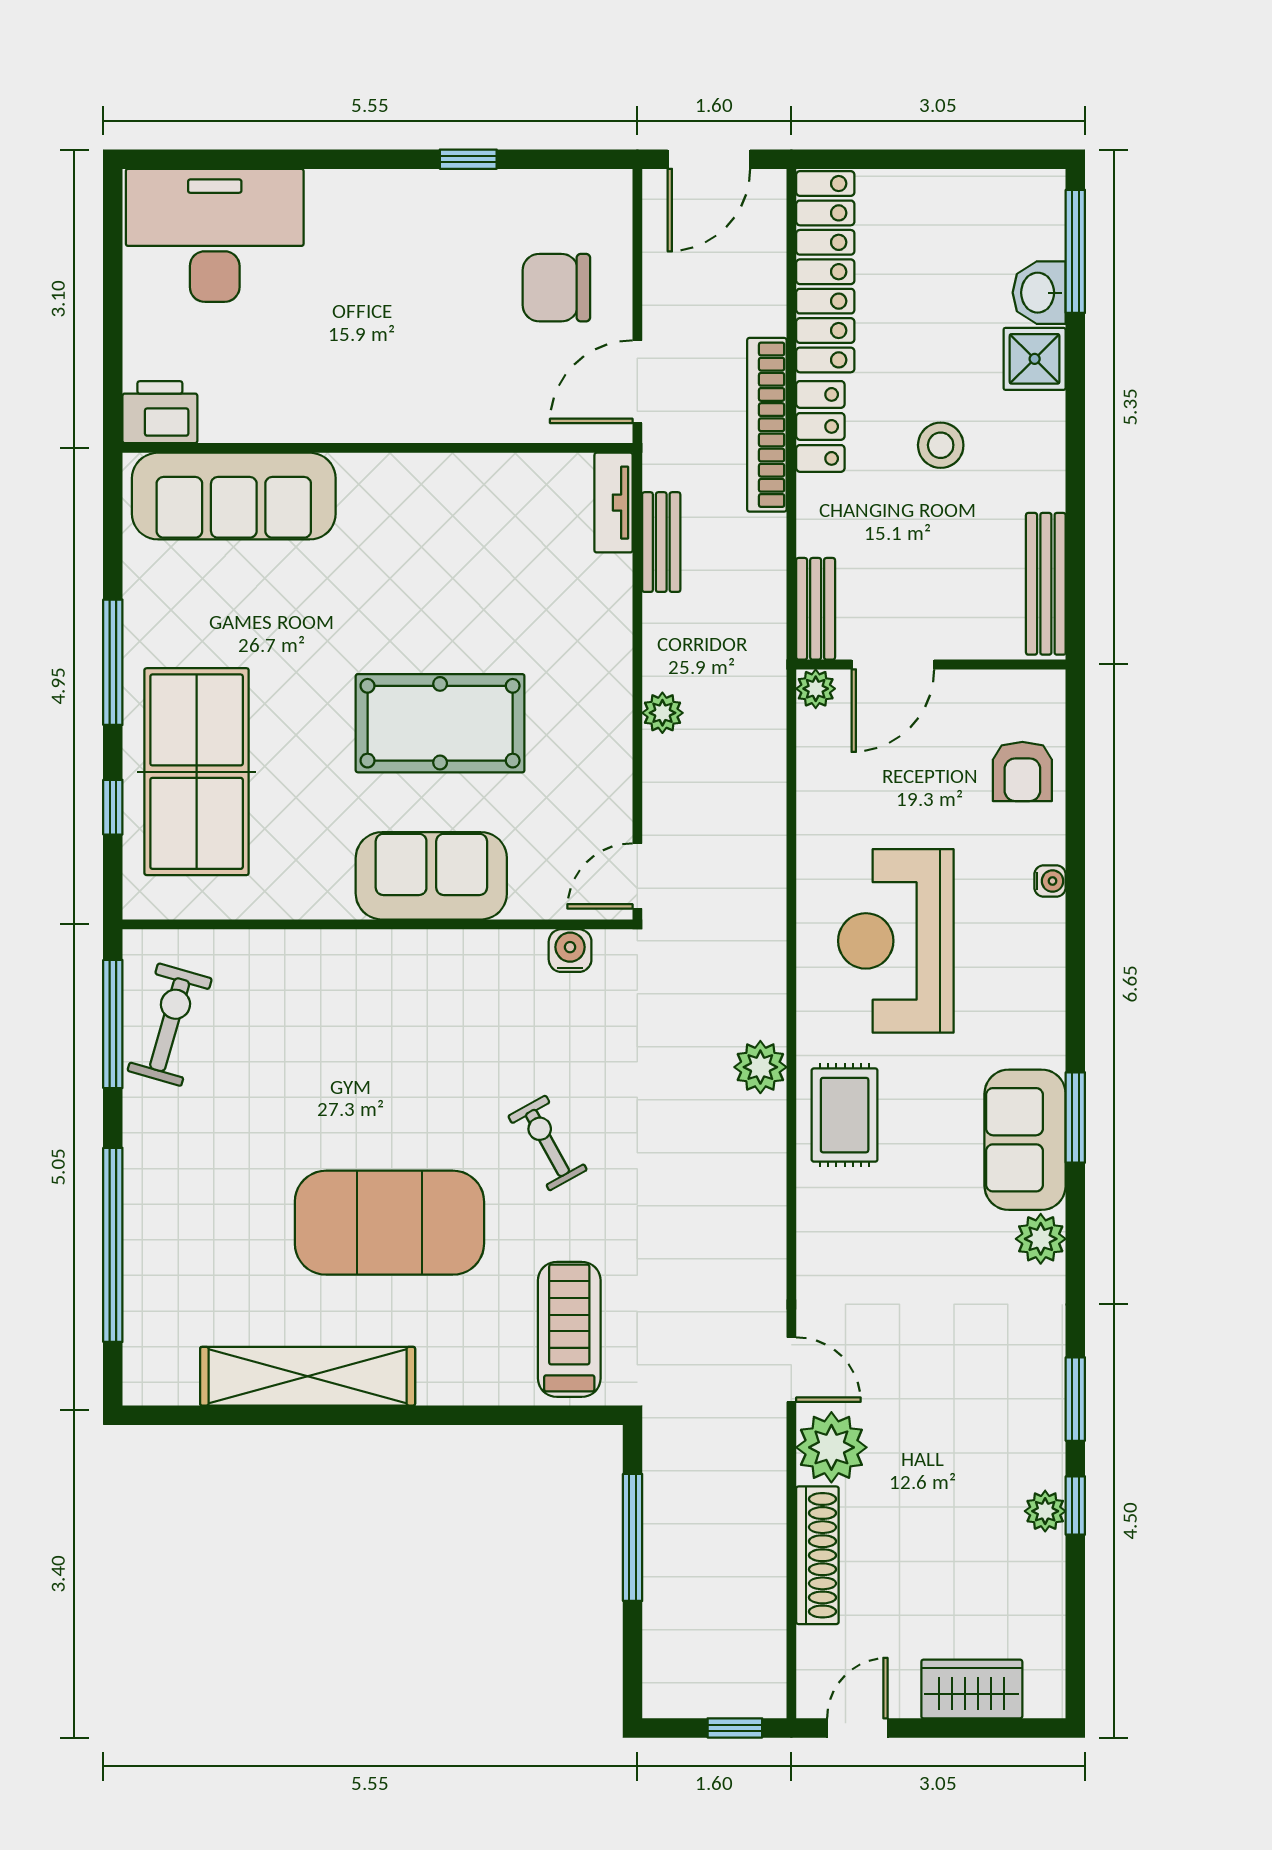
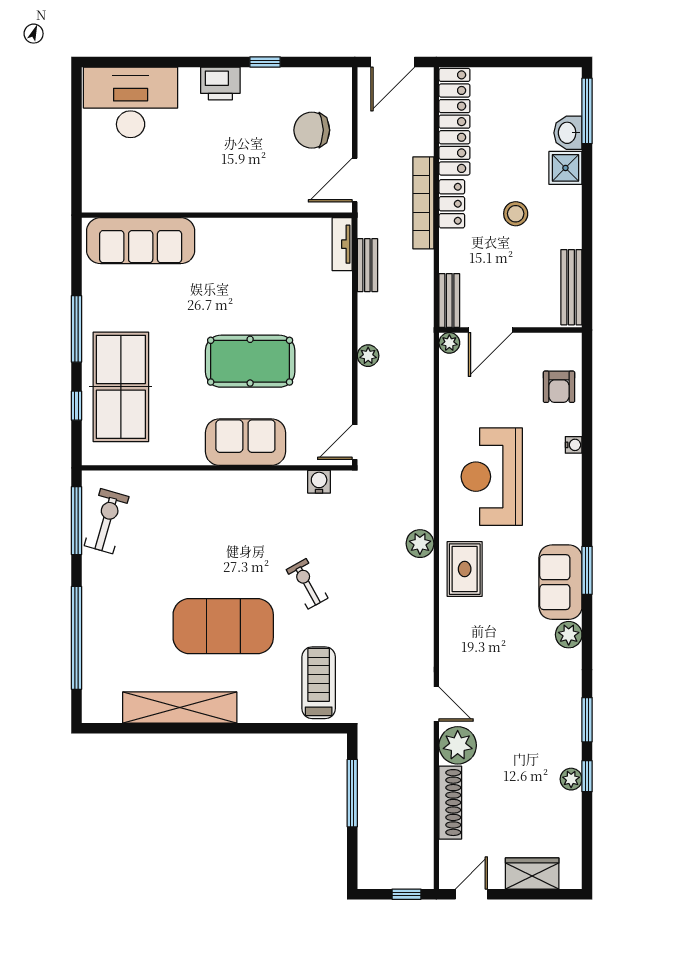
printer: (160, 412) -> (220, 83), moved, turned 180

